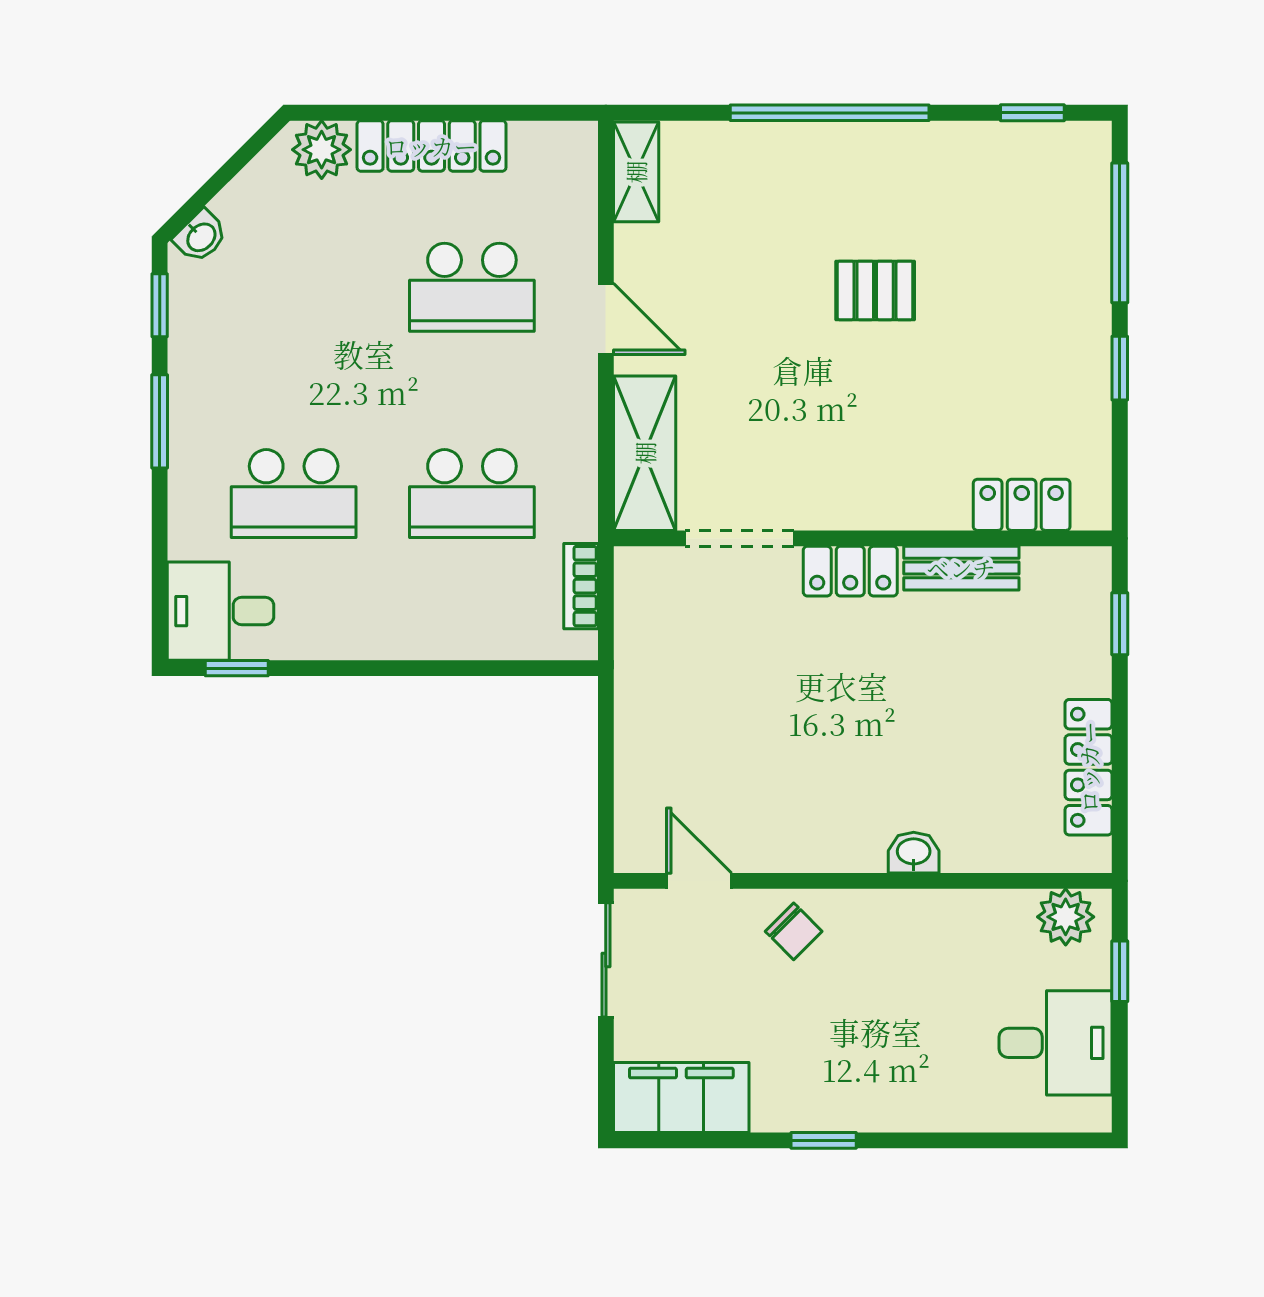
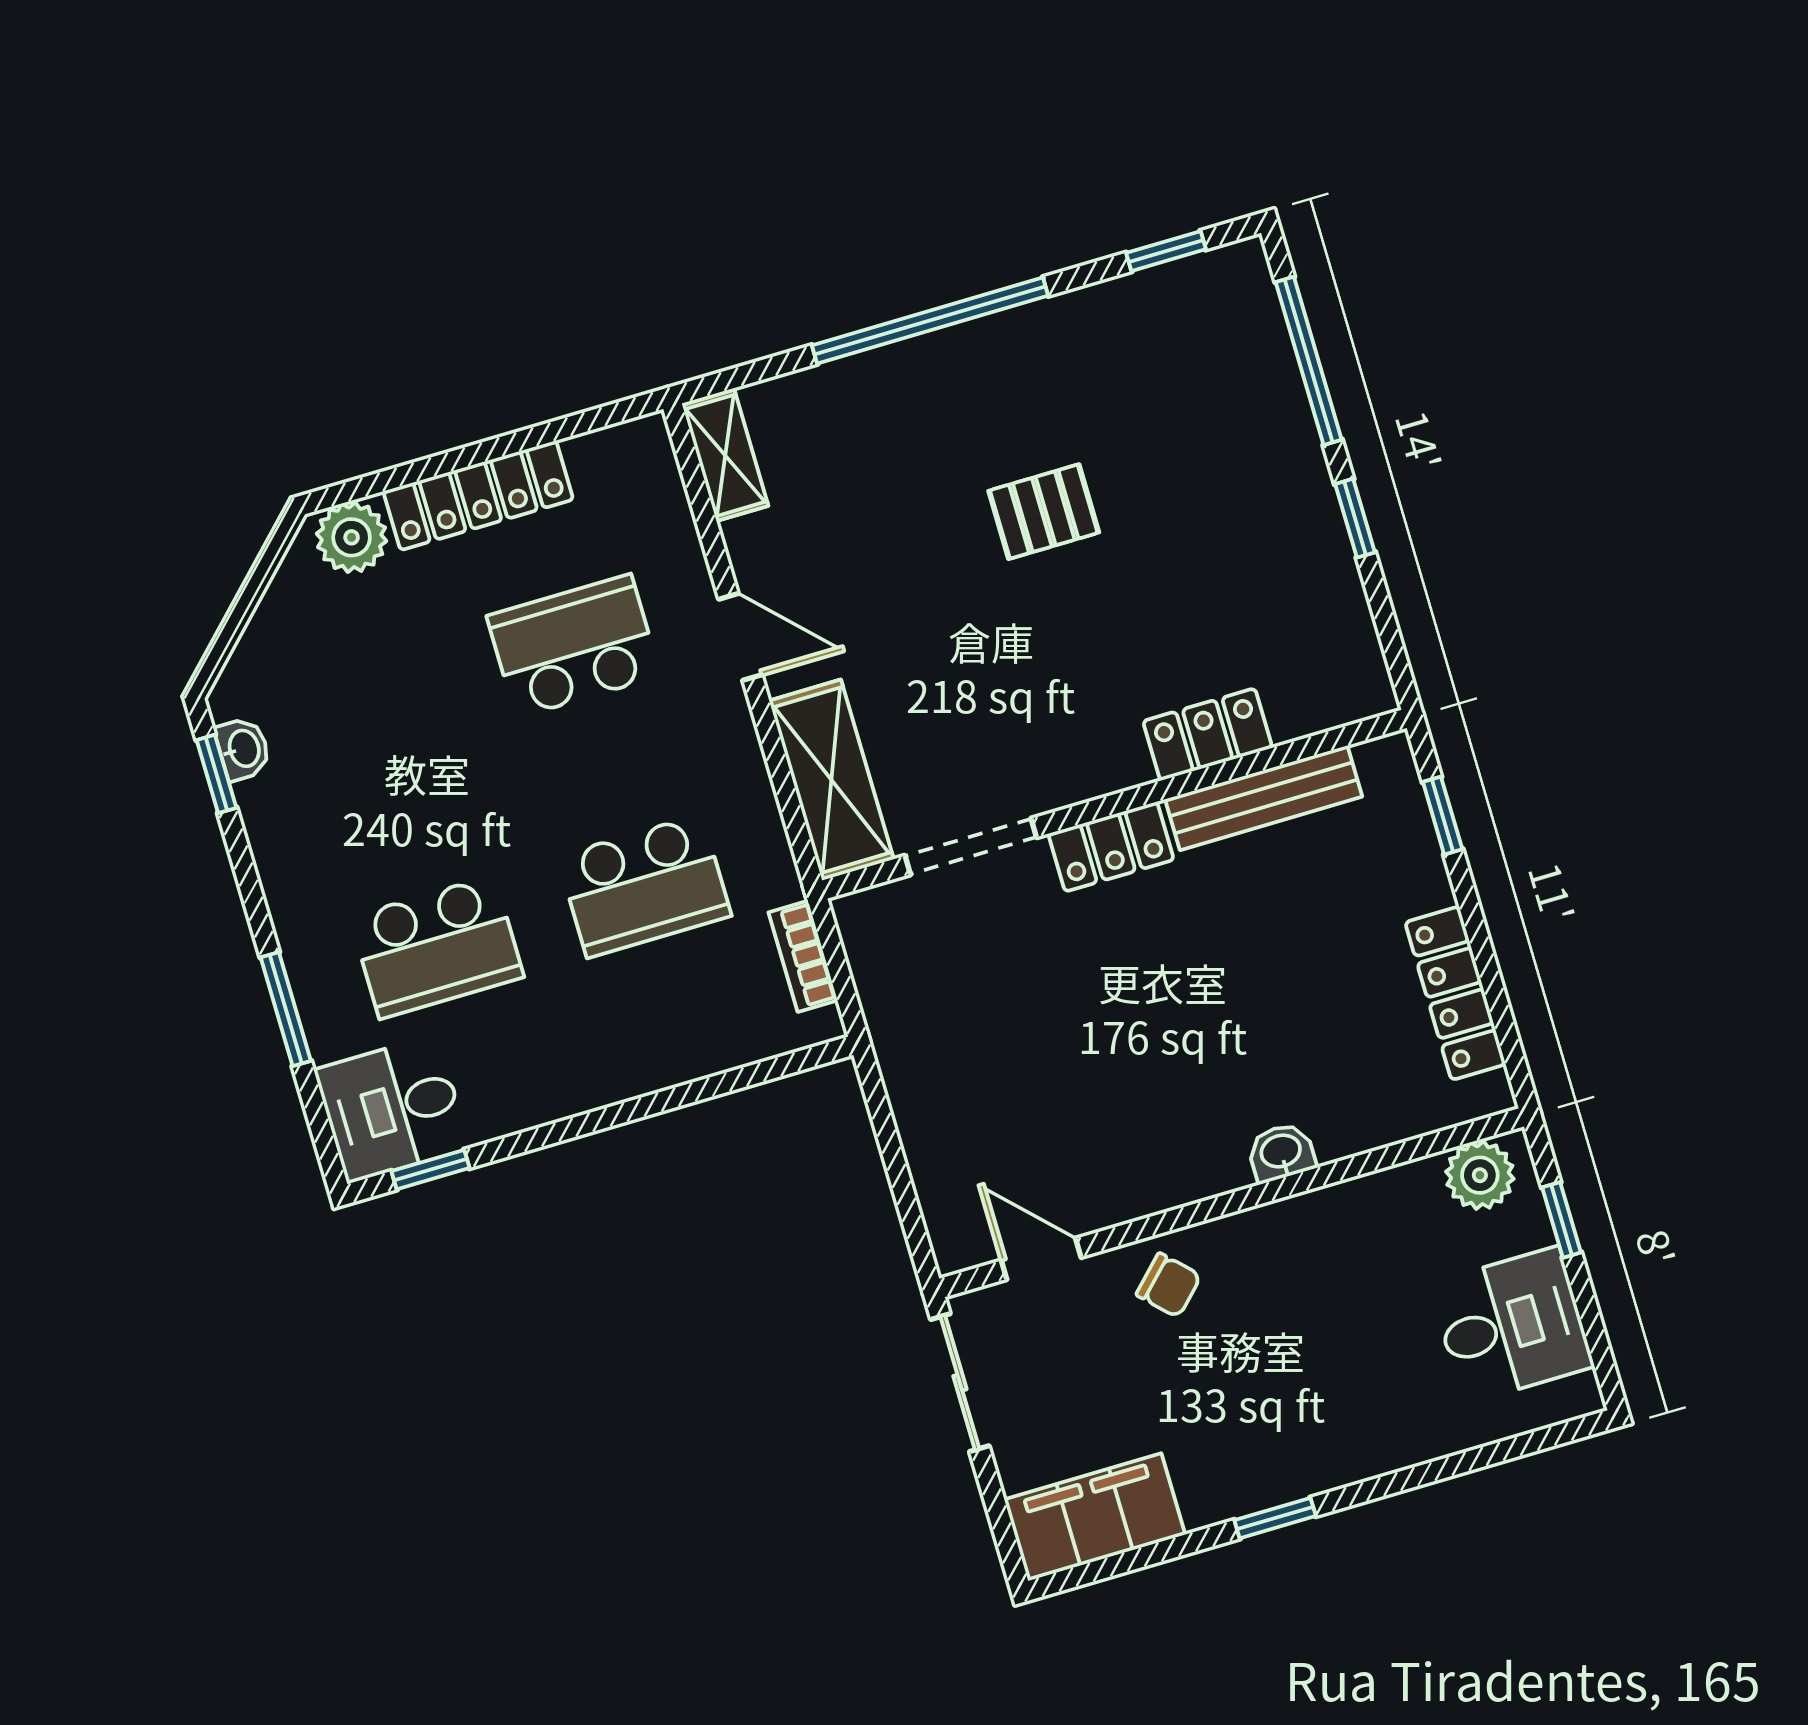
washbasin: (201, 237) -> (243, 749), moved, turned -45
school desk: (472, 287) -> (574, 646), turned 180
window: (160, 421) -> (286, 1009), moved
locker: (1022, 505) -> (1208, 734), moved
bench: (961, 568) -> (1264, 798), width x1.36

